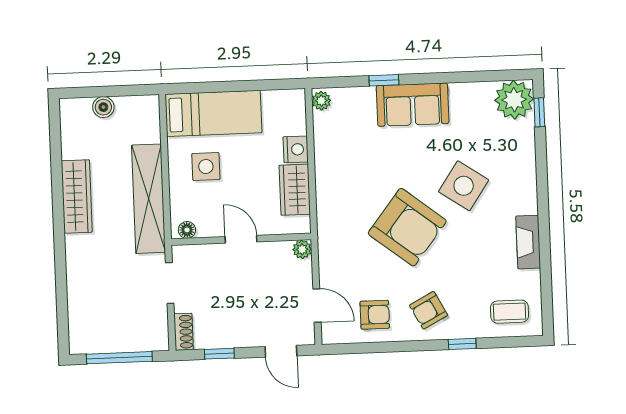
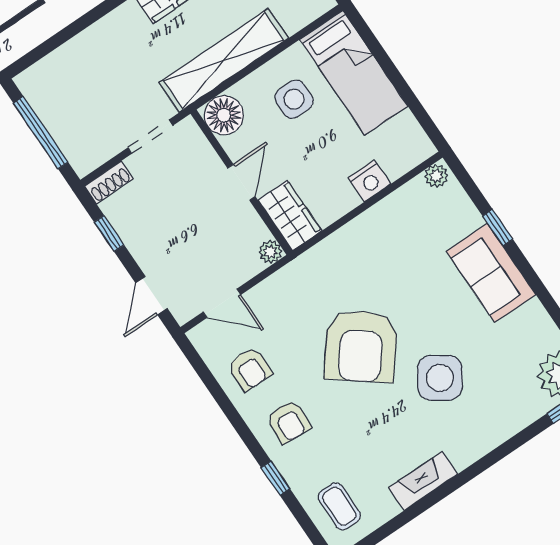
wardrobe: (295, 190) -> (290, 216), moved, turned 90
floor lamp: (187, 230) -> (224, 115), width x1.89, depth x1.89
door: (317, 305) -> (222, 303), hinge flipped
armchair: (429, 310) -> (289, 422), turned -149

